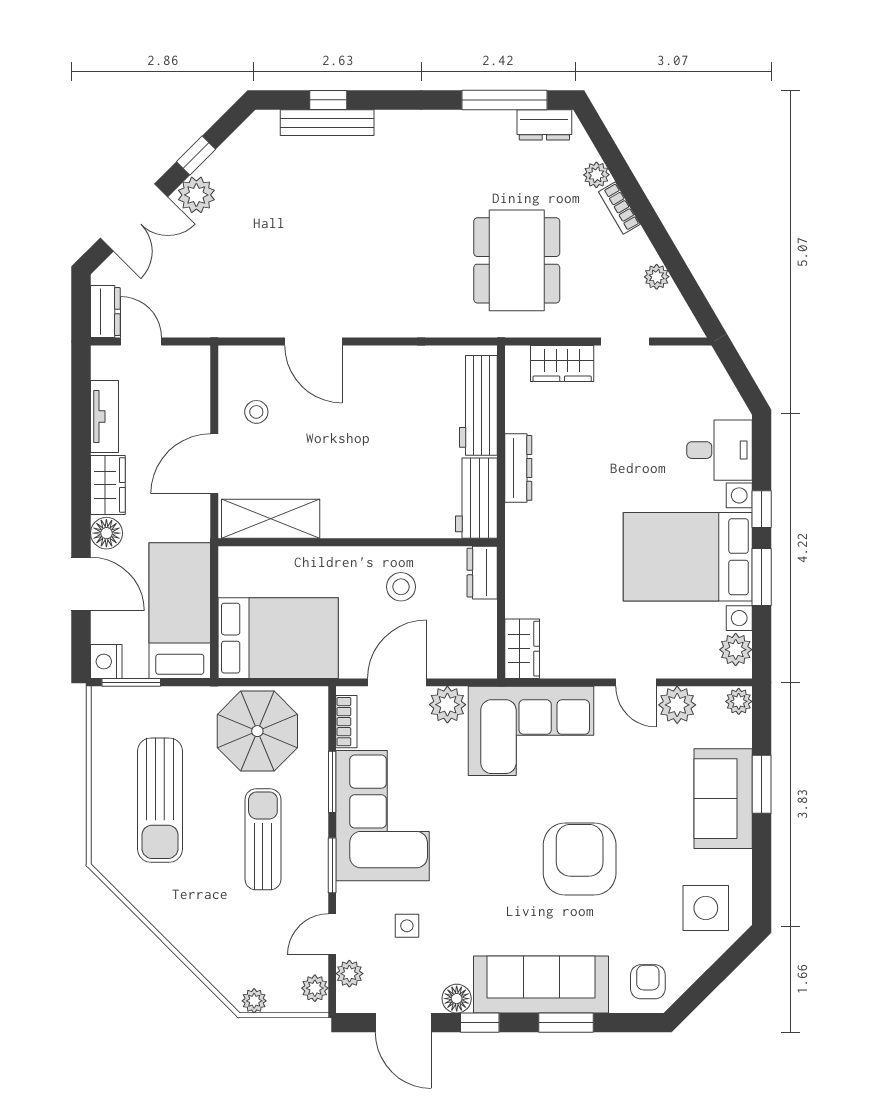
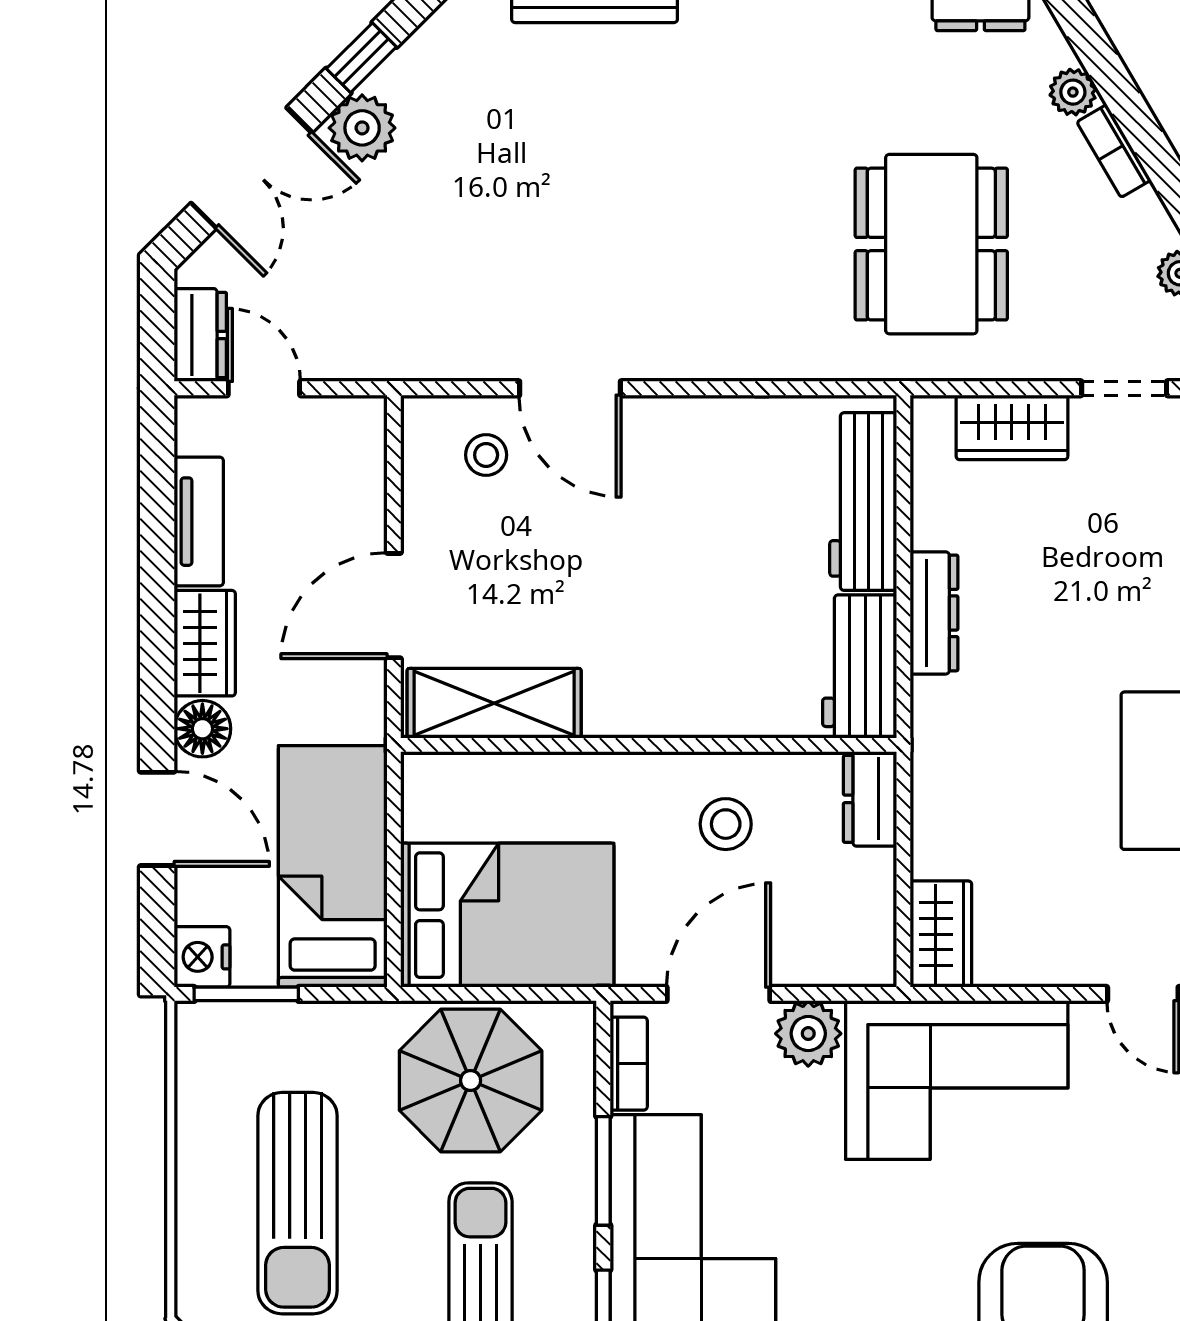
stool: (256, 412) -> (486, 455), moved

